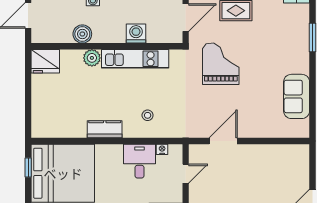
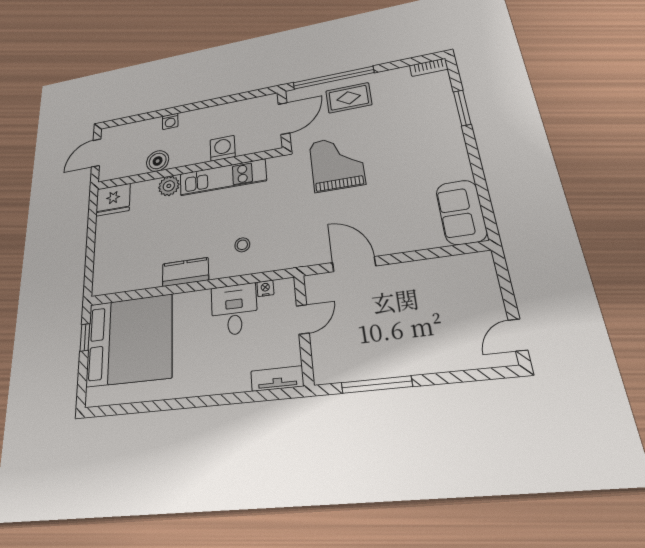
sofa: (297, 96) -> (461, 212), moved
door: (223, 141) -> (354, 264), hinge flipped

